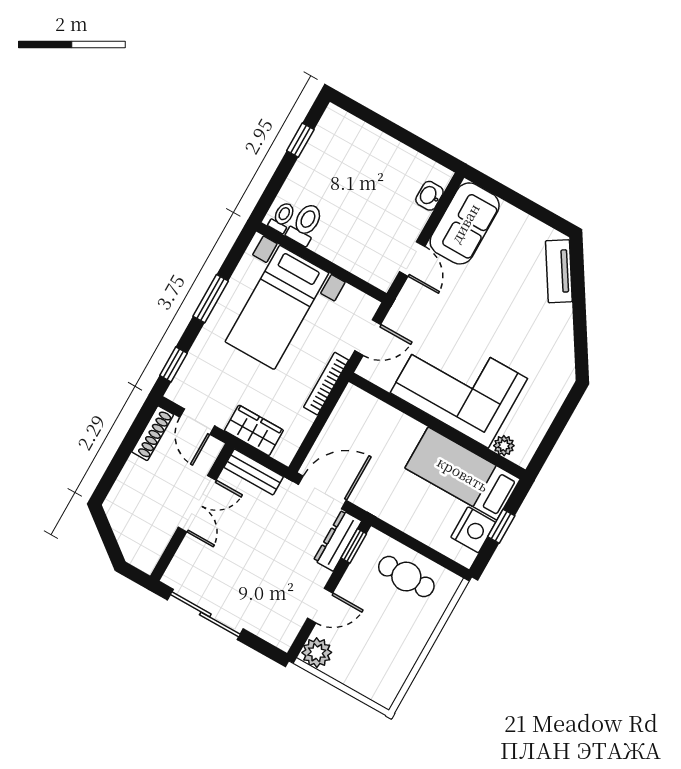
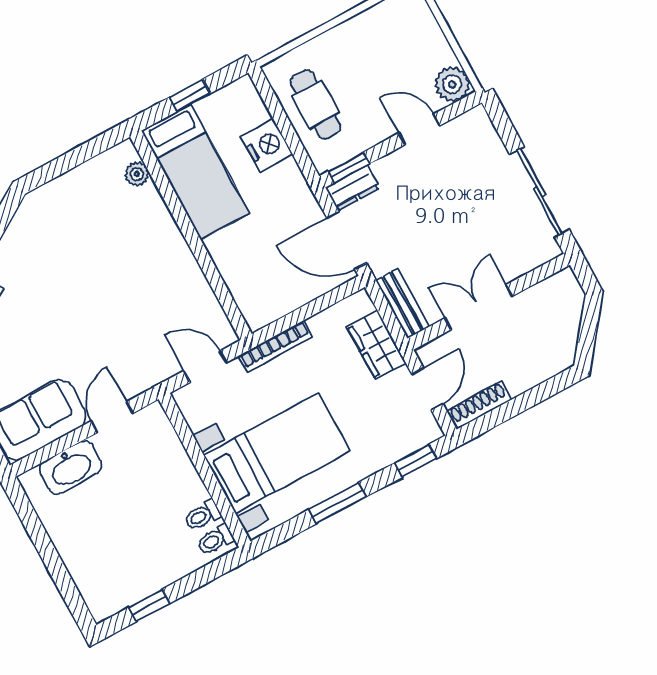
washbasin: (429, 196) -> (71, 467), width x1.91, depth x1.45
toilet: (305, 224) -> (203, 515), width x0.73, depth x0.72
corner sofa: (459, 386) -> (144, 262), removed
nightstand: (473, 530) -> (267, 145), moved, turned 90
dresser: (338, 541) -> (353, 188), width x0.70

